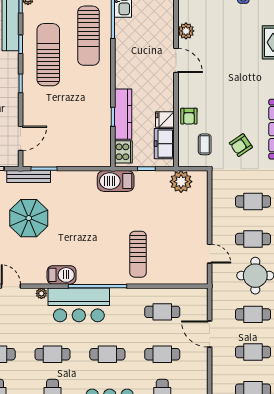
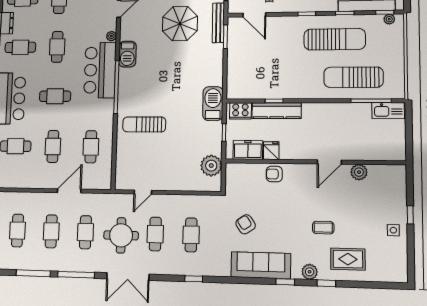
coffee table: (205, 144) -> (323, 228), moved
cafe table: (107, 354) -> (55, 96), turned 90

